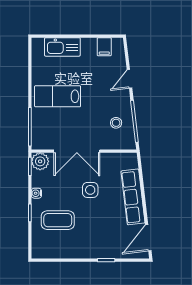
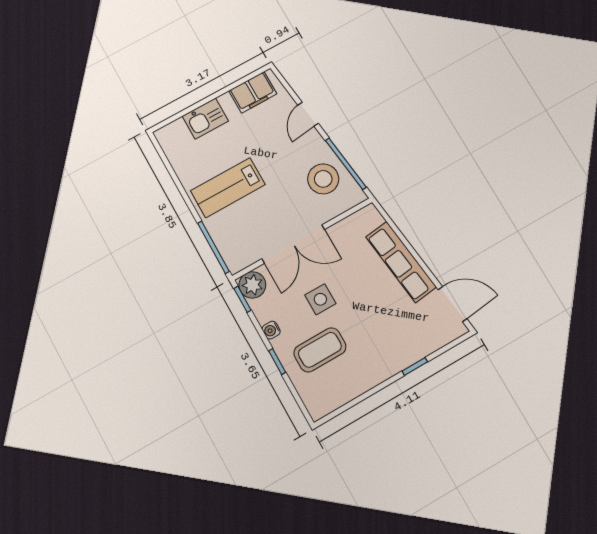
kitchen sink: (62, 47) -> (205, 119), width x0.73
filing cabinet: (104, 47) -> (253, 92), width x2.00
stool: (116, 123) -> (323, 179), width x1.89, depth x1.89
side table: (90, 190) -> (320, 299), moved
door: (148, 238) -> (452, 304), swing flipped

